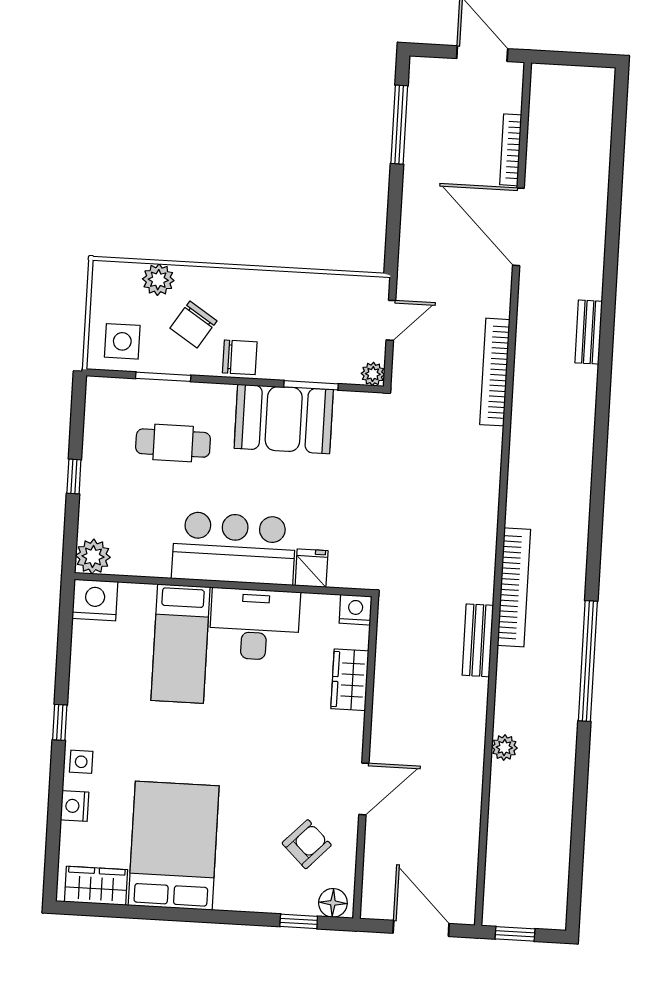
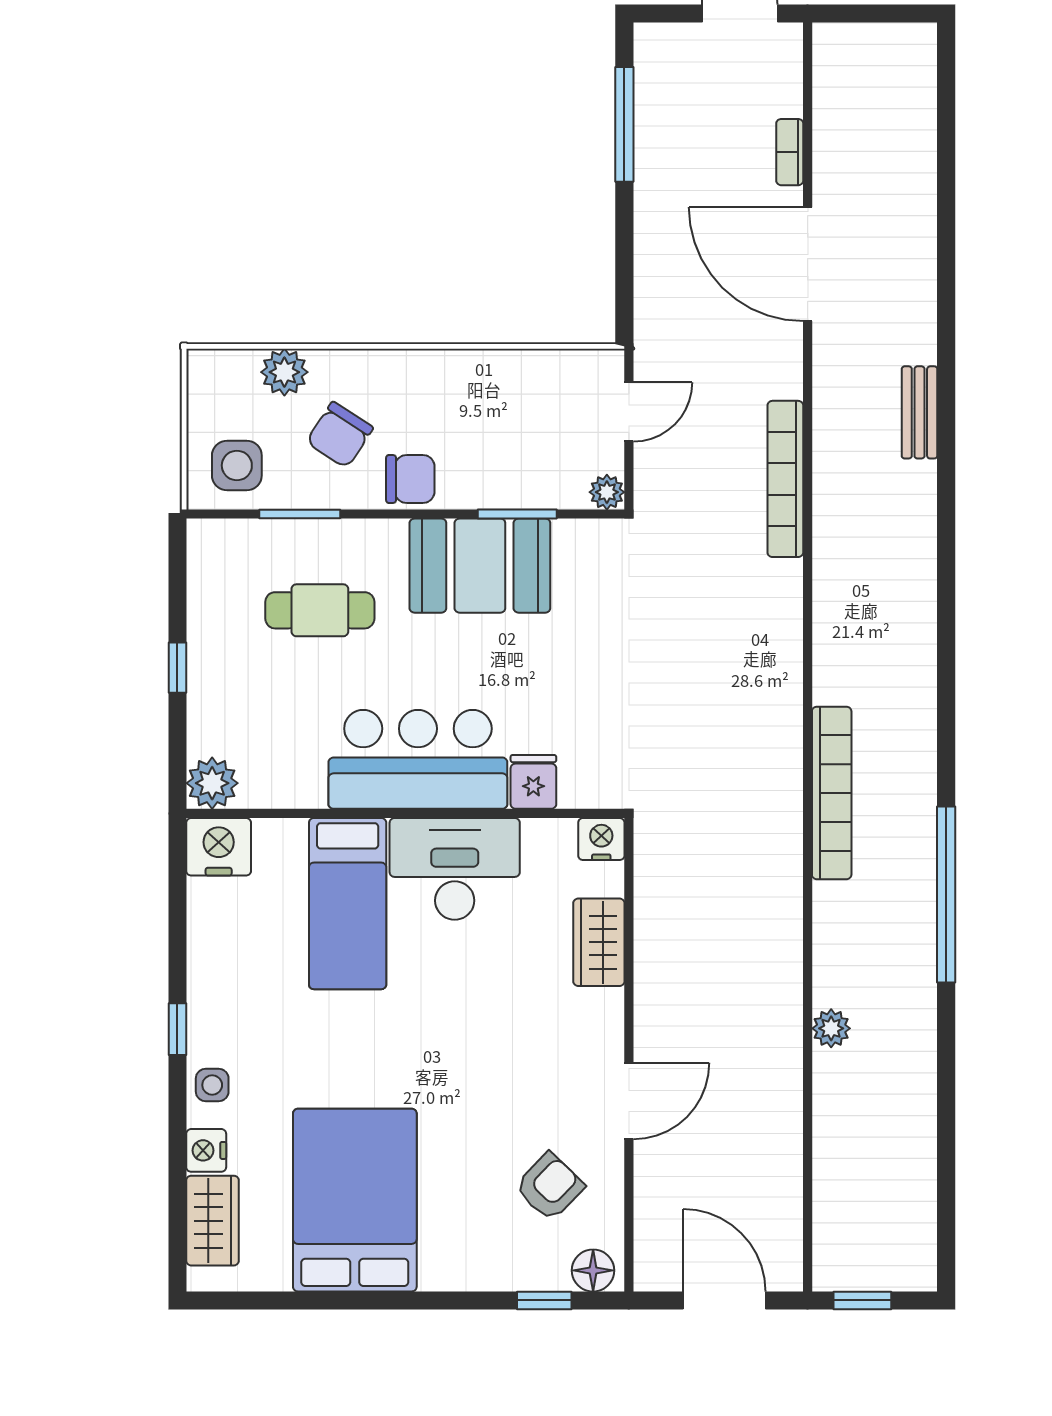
bookcase: (511, 150) -> (790, 152), width x0.64
bench: (478, 640) -> (783, 874), removed
wardrobe: (96, 886) -> (213, 1221), moved, turned 90

